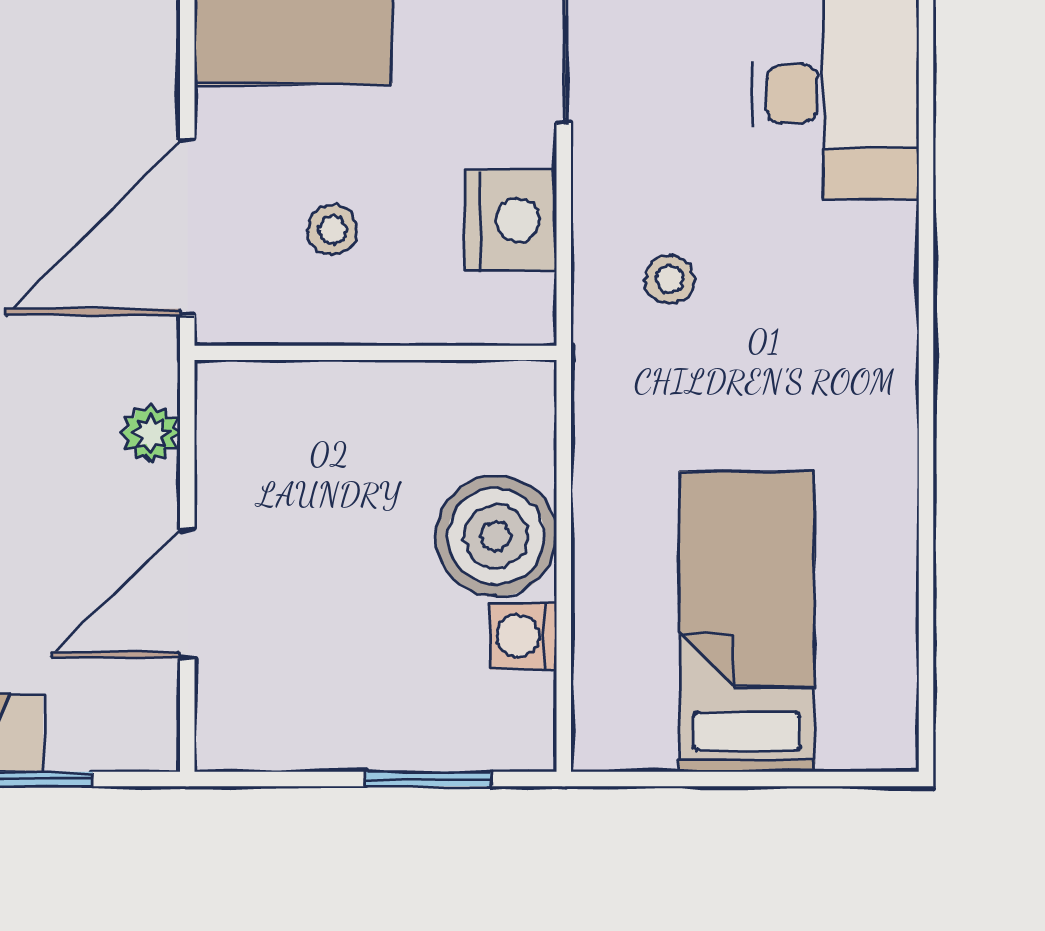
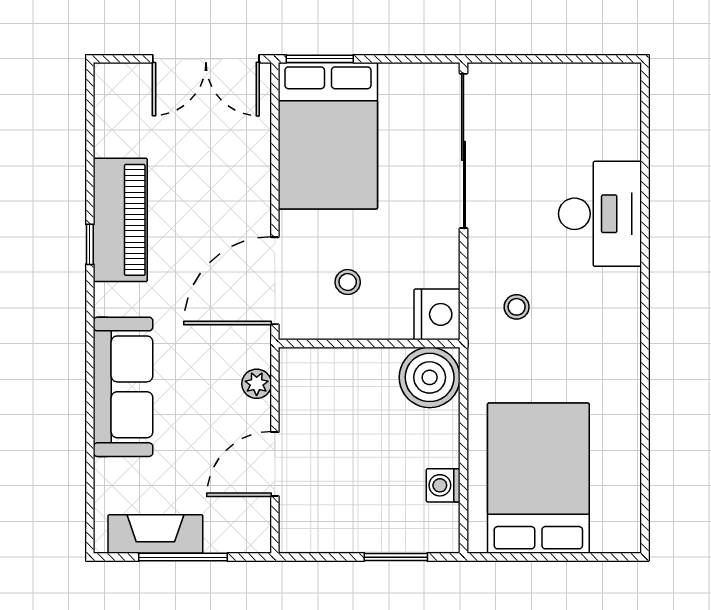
nightstand: (511, 220) -> (437, 314), moved
boiler: (496, 536) -> (430, 377), moved
bed: (747, 622) -> (538, 478), width x1.50

